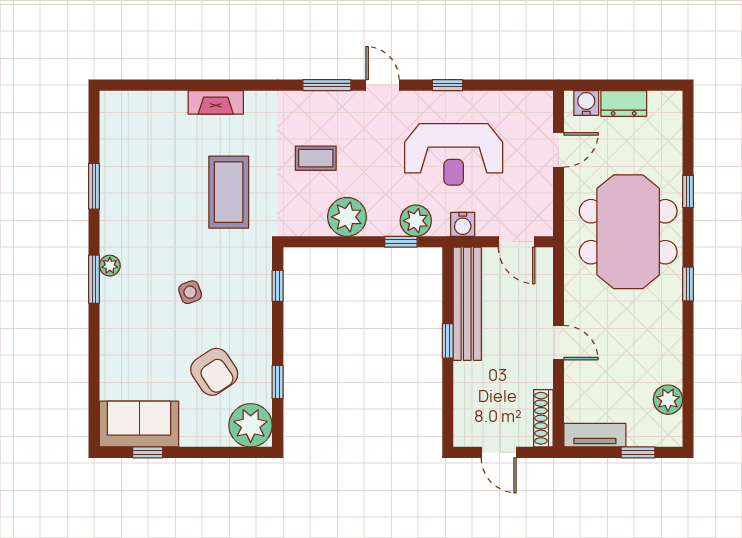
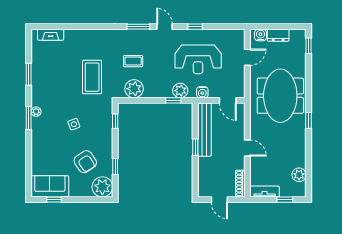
fireplace: (216, 102) -> (51, 35), moved
window: (688, 191) -> (308, 46), moved
plant: (347, 217) -> (134, 89), moved

